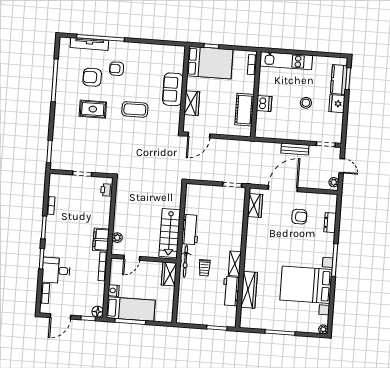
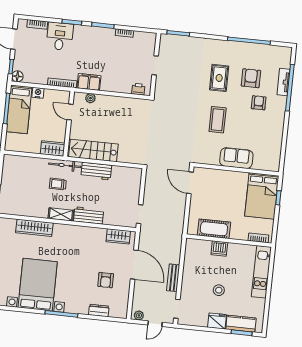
tv unit: (89, 44) -> (283, 82), width x0.71
wardrobe: (192, 103) -> (222, 177), removed
workbench: (231, 291) -> (89, 215), moved

